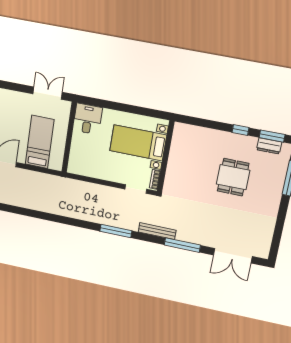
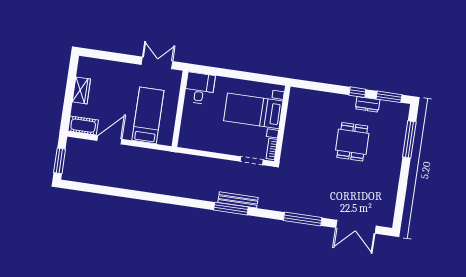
dresser: (269, 146) -> (368, 104), moved
bench: (157, 231) -> (238, 200), moved

